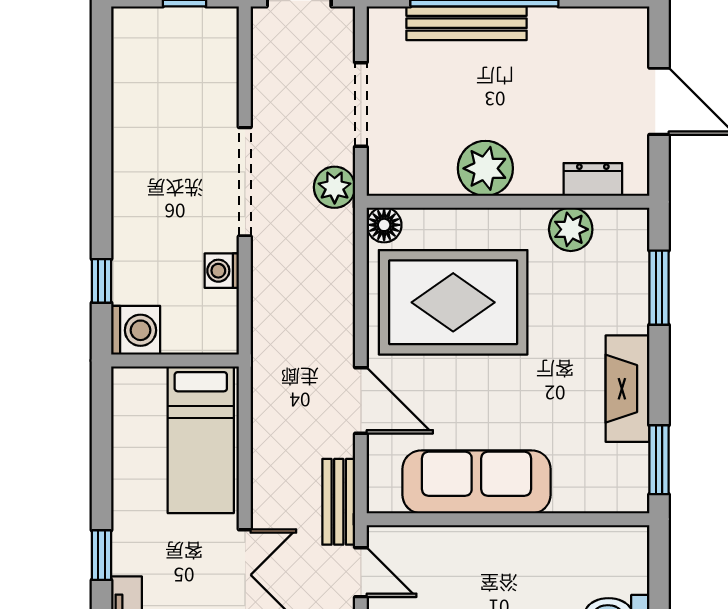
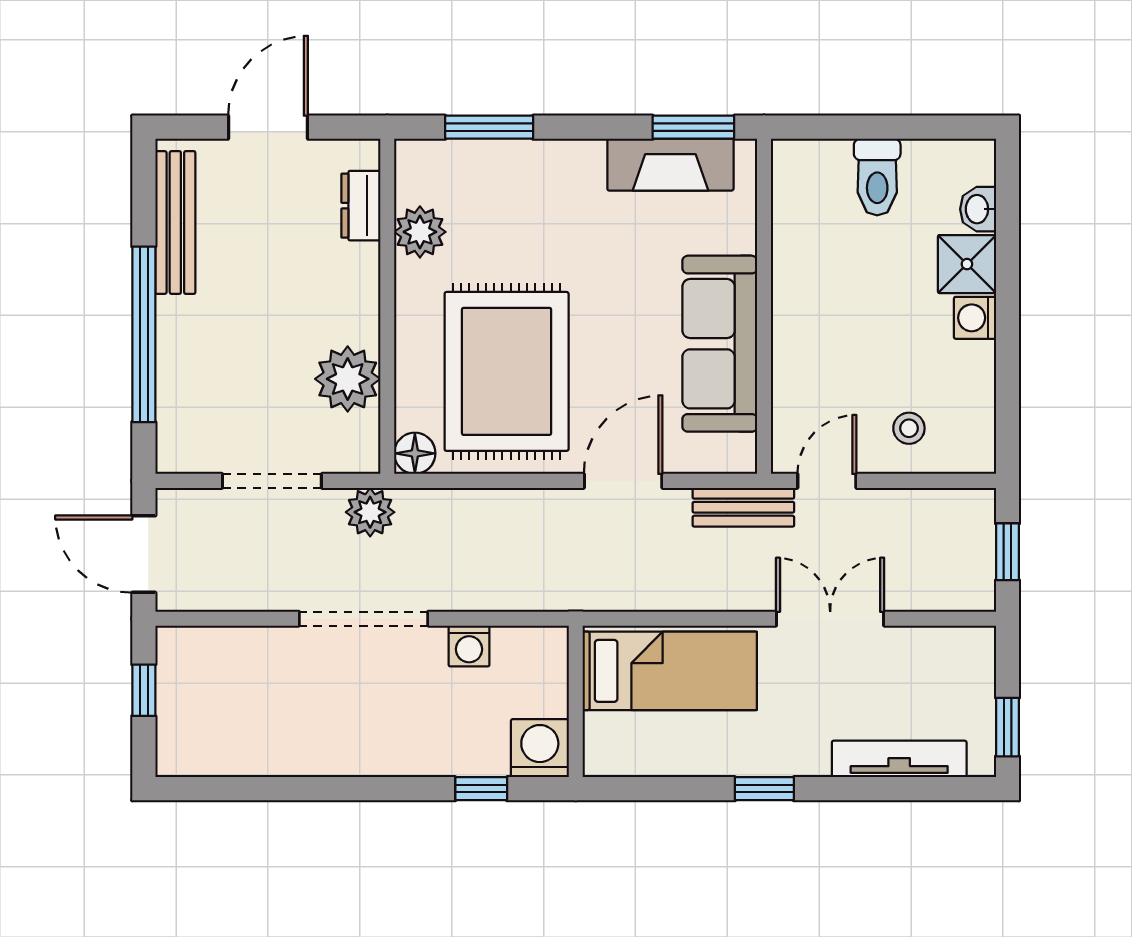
bench: (467, 23) -> (175, 222), moved
plant: (485, 168) -> (348, 379), moved
fireplace: (627, 389) -> (670, 165), moved
window: (102, 555) -> (764, 789), moved

